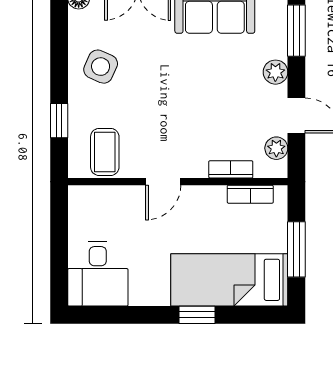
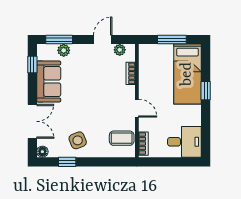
side table: (101, 67) -> (78, 140), turned 45
plant: (275, 72) -> (64, 50), moved
window: (59, 121) -> (67, 162), moved
bookcase: (250, 194) -> (143, 144), moved

